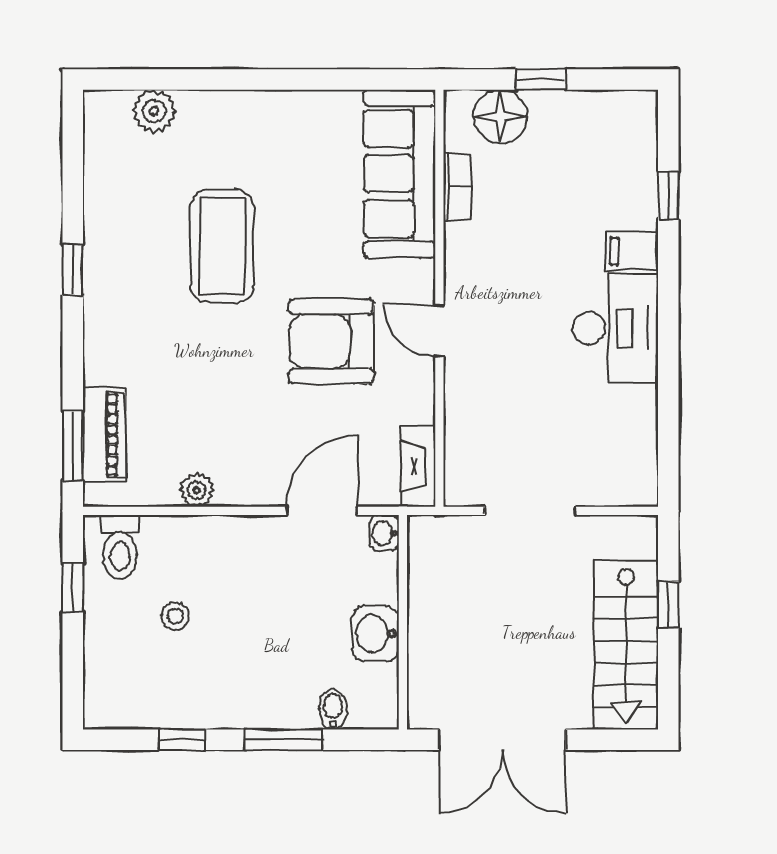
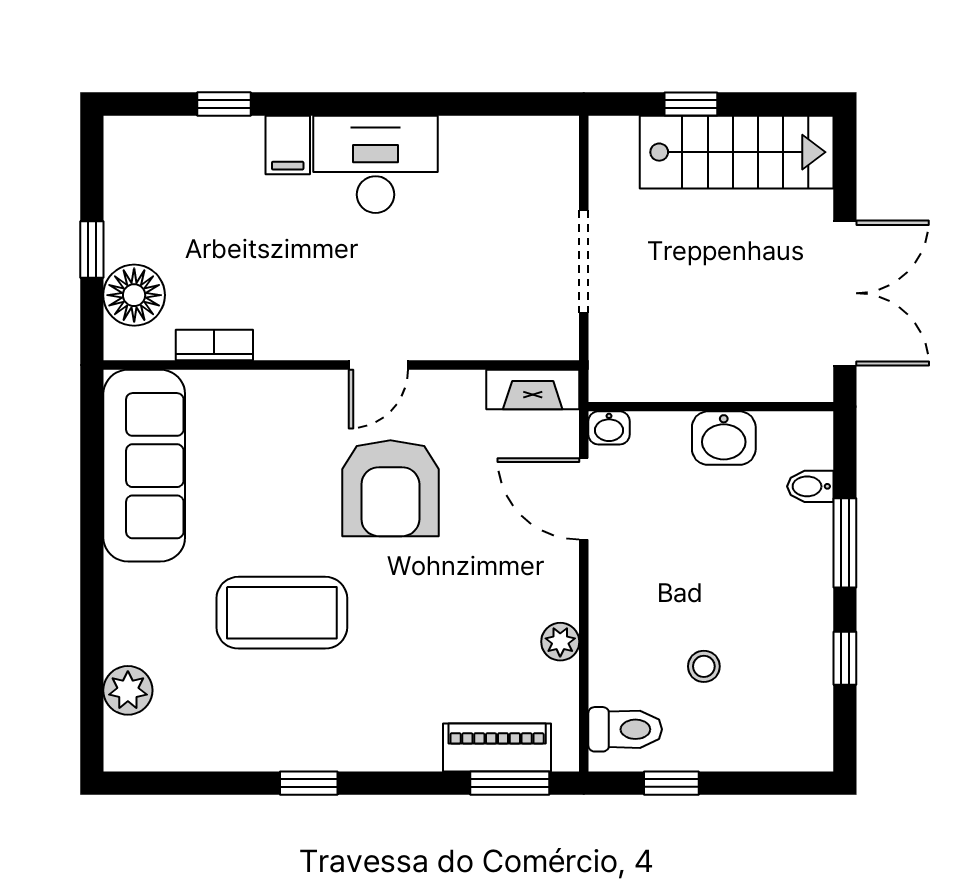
sofa: (400, 174) -> (144, 466), moved, turned -90

